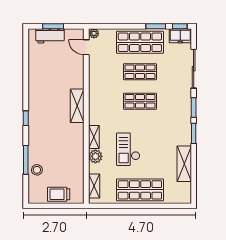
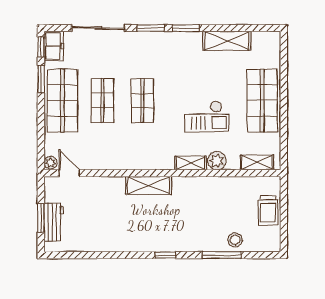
door: (86, 47) -> (69, 173), swing flipped

